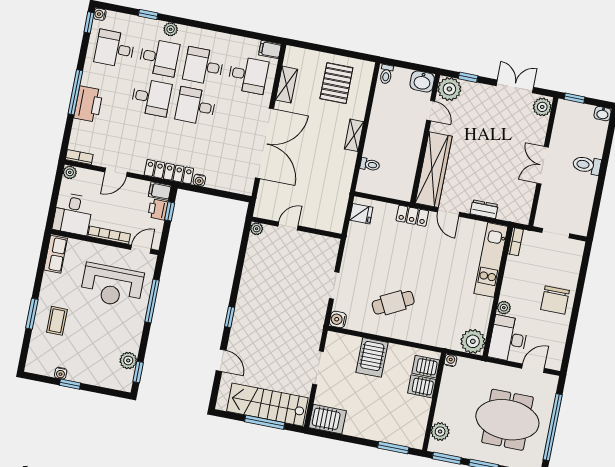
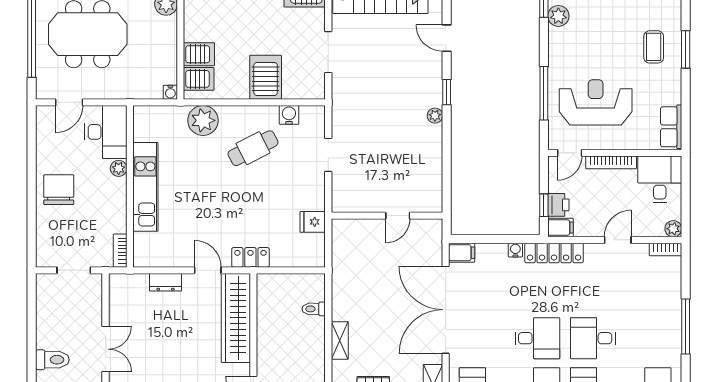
printer: (88, 104) -> (667, 315), removed
filing cabinet: (243, 186) -> (462, 253), added
fridge: (361, 214) -> (313, 222), moved
plant: (257, 229) -> (435, 116), moved
kitchen unit: (491, 260) -> (145, 187), moved
water cooler: (338, 319) -> (289, 115), moved, turned -90
plant: (473, 341) -> (203, 120), moved

